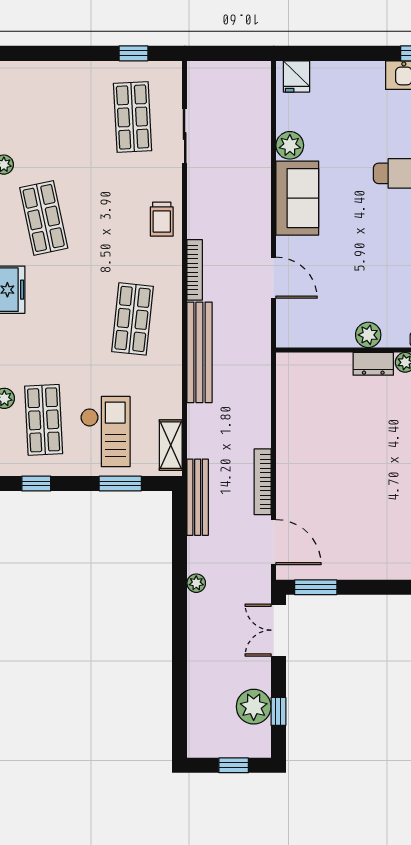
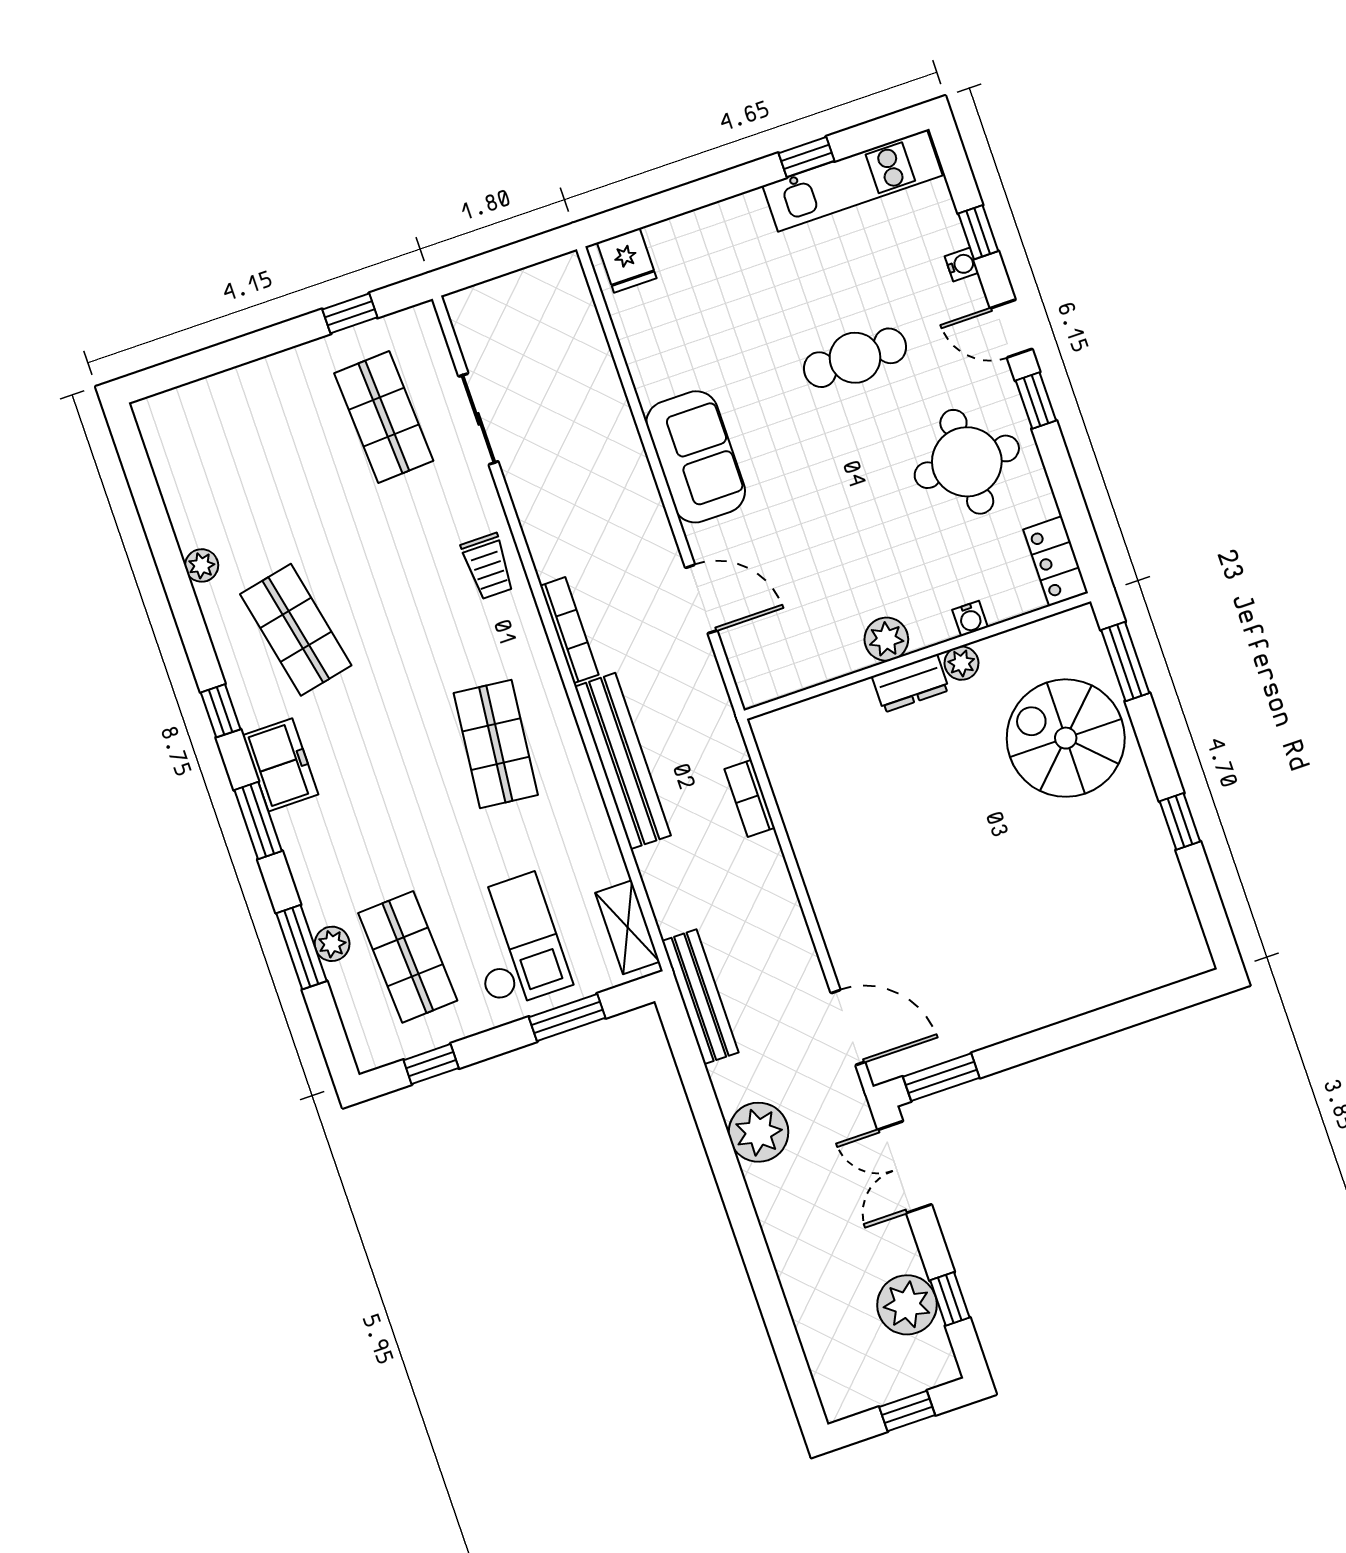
plant: (290, 145) -> (654, 376), removed
bookcase: (263, 482) -> (750, 798), moved, width x0.64
plant: (196, 583) -> (759, 1132), width x1.88, depth x1.88

